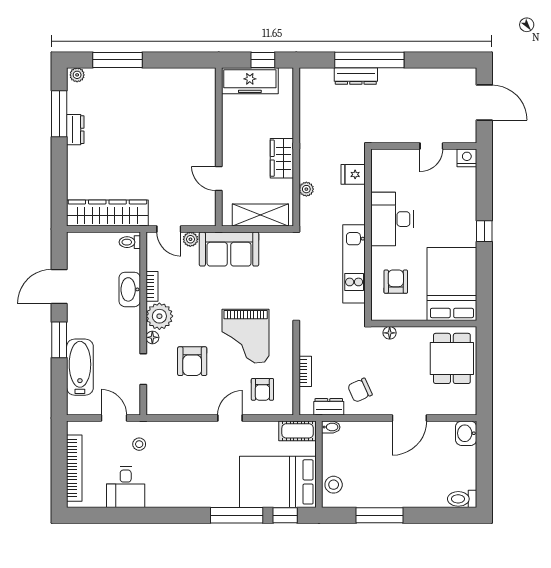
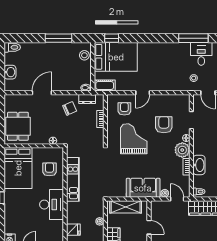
armchair: (396, 282) -> (49, 169), turned 180
washbasin: (466, 433) -> (10, 72), moved
window: (237, 515) -> (193, 38), moved

